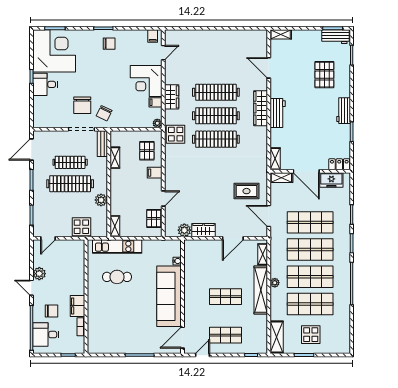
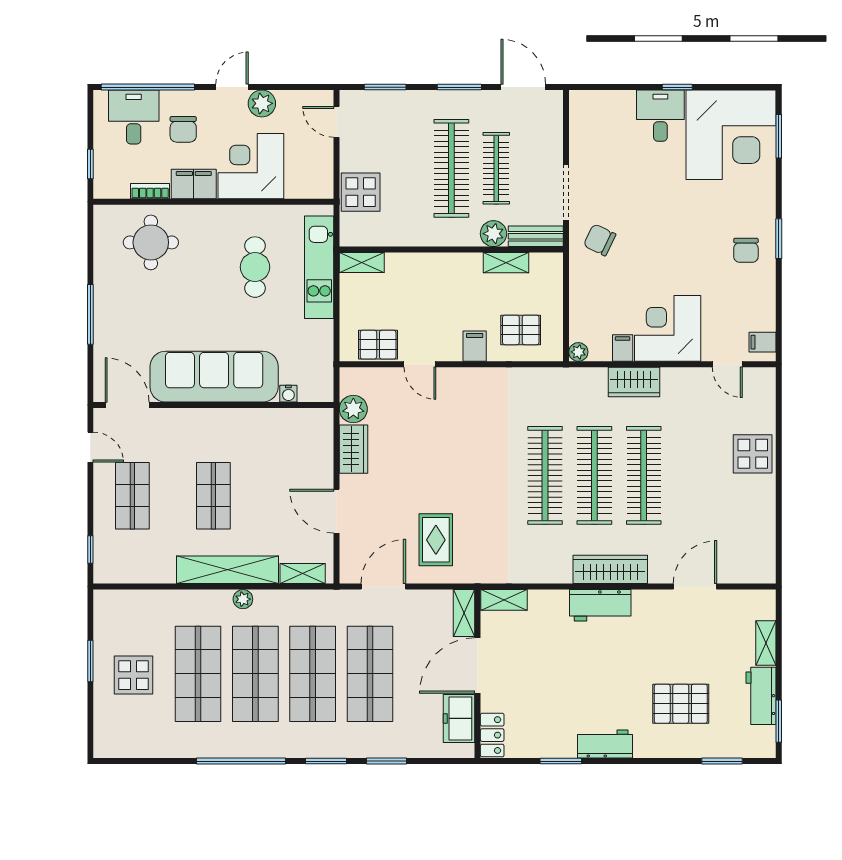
shelving: (281, 34) -> (766, 643), moved
workbench: (336, 37) -> (761, 696), moved
chair: (82, 105) -> (616, 194), removed
display table: (176, 134) -> (753, 454), moved
plant: (101, 200) -> (493, 234), moved
corner desk: (69, 279) -> (251, 166), added
round table: (105, 326) -> (151, 242), added
shelving: (277, 337) -> (129, 603), removed

